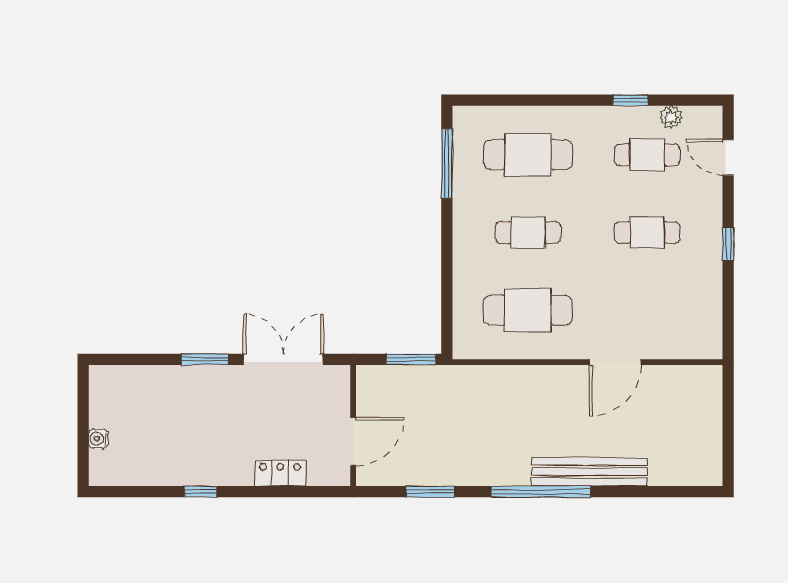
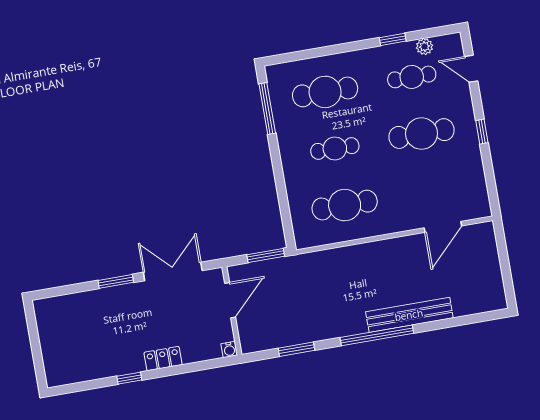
cafe table: (647, 232) -> (421, 134), width x1.37, depth x1.35
door: (615, 362) -> (443, 227), moved
water cooler: (98, 439) -> (229, 349), moved, turned -90
door: (353, 442) -> (230, 300), moved
locker: (280, 473) -> (163, 359), moved

